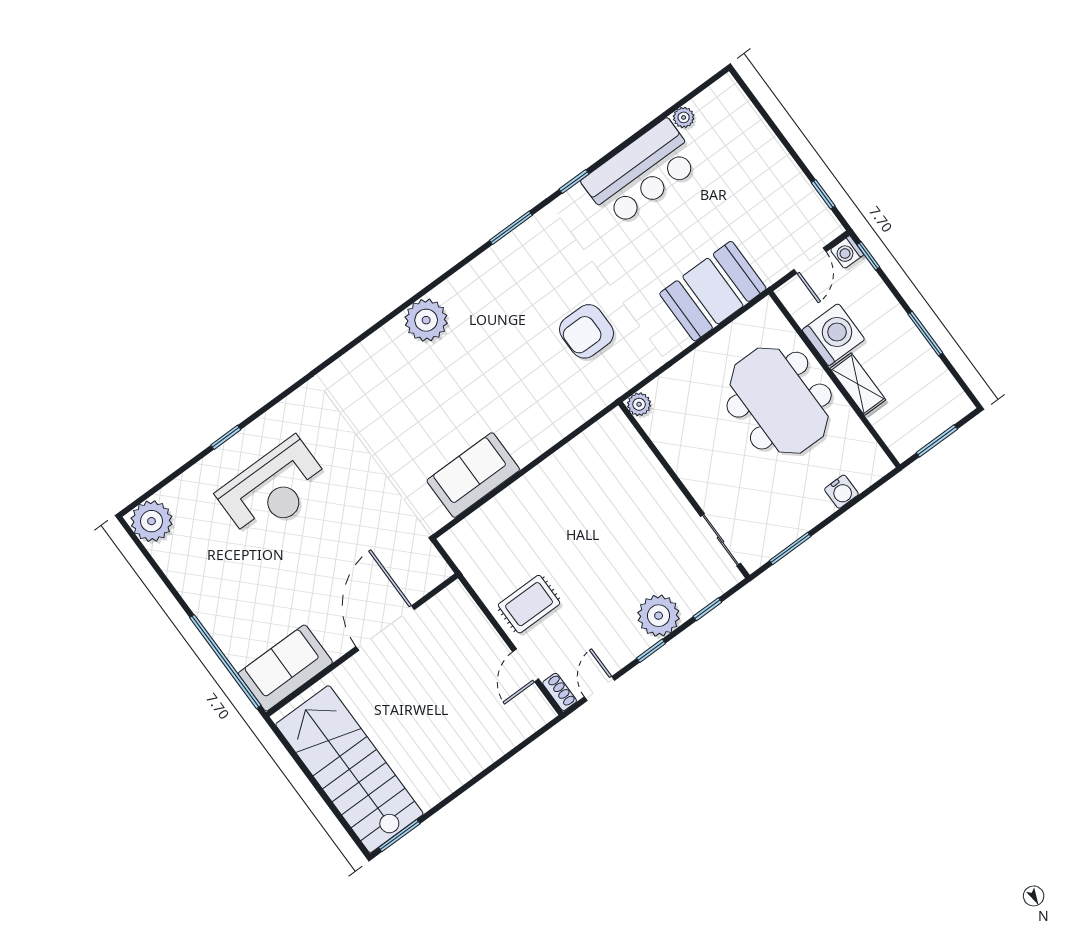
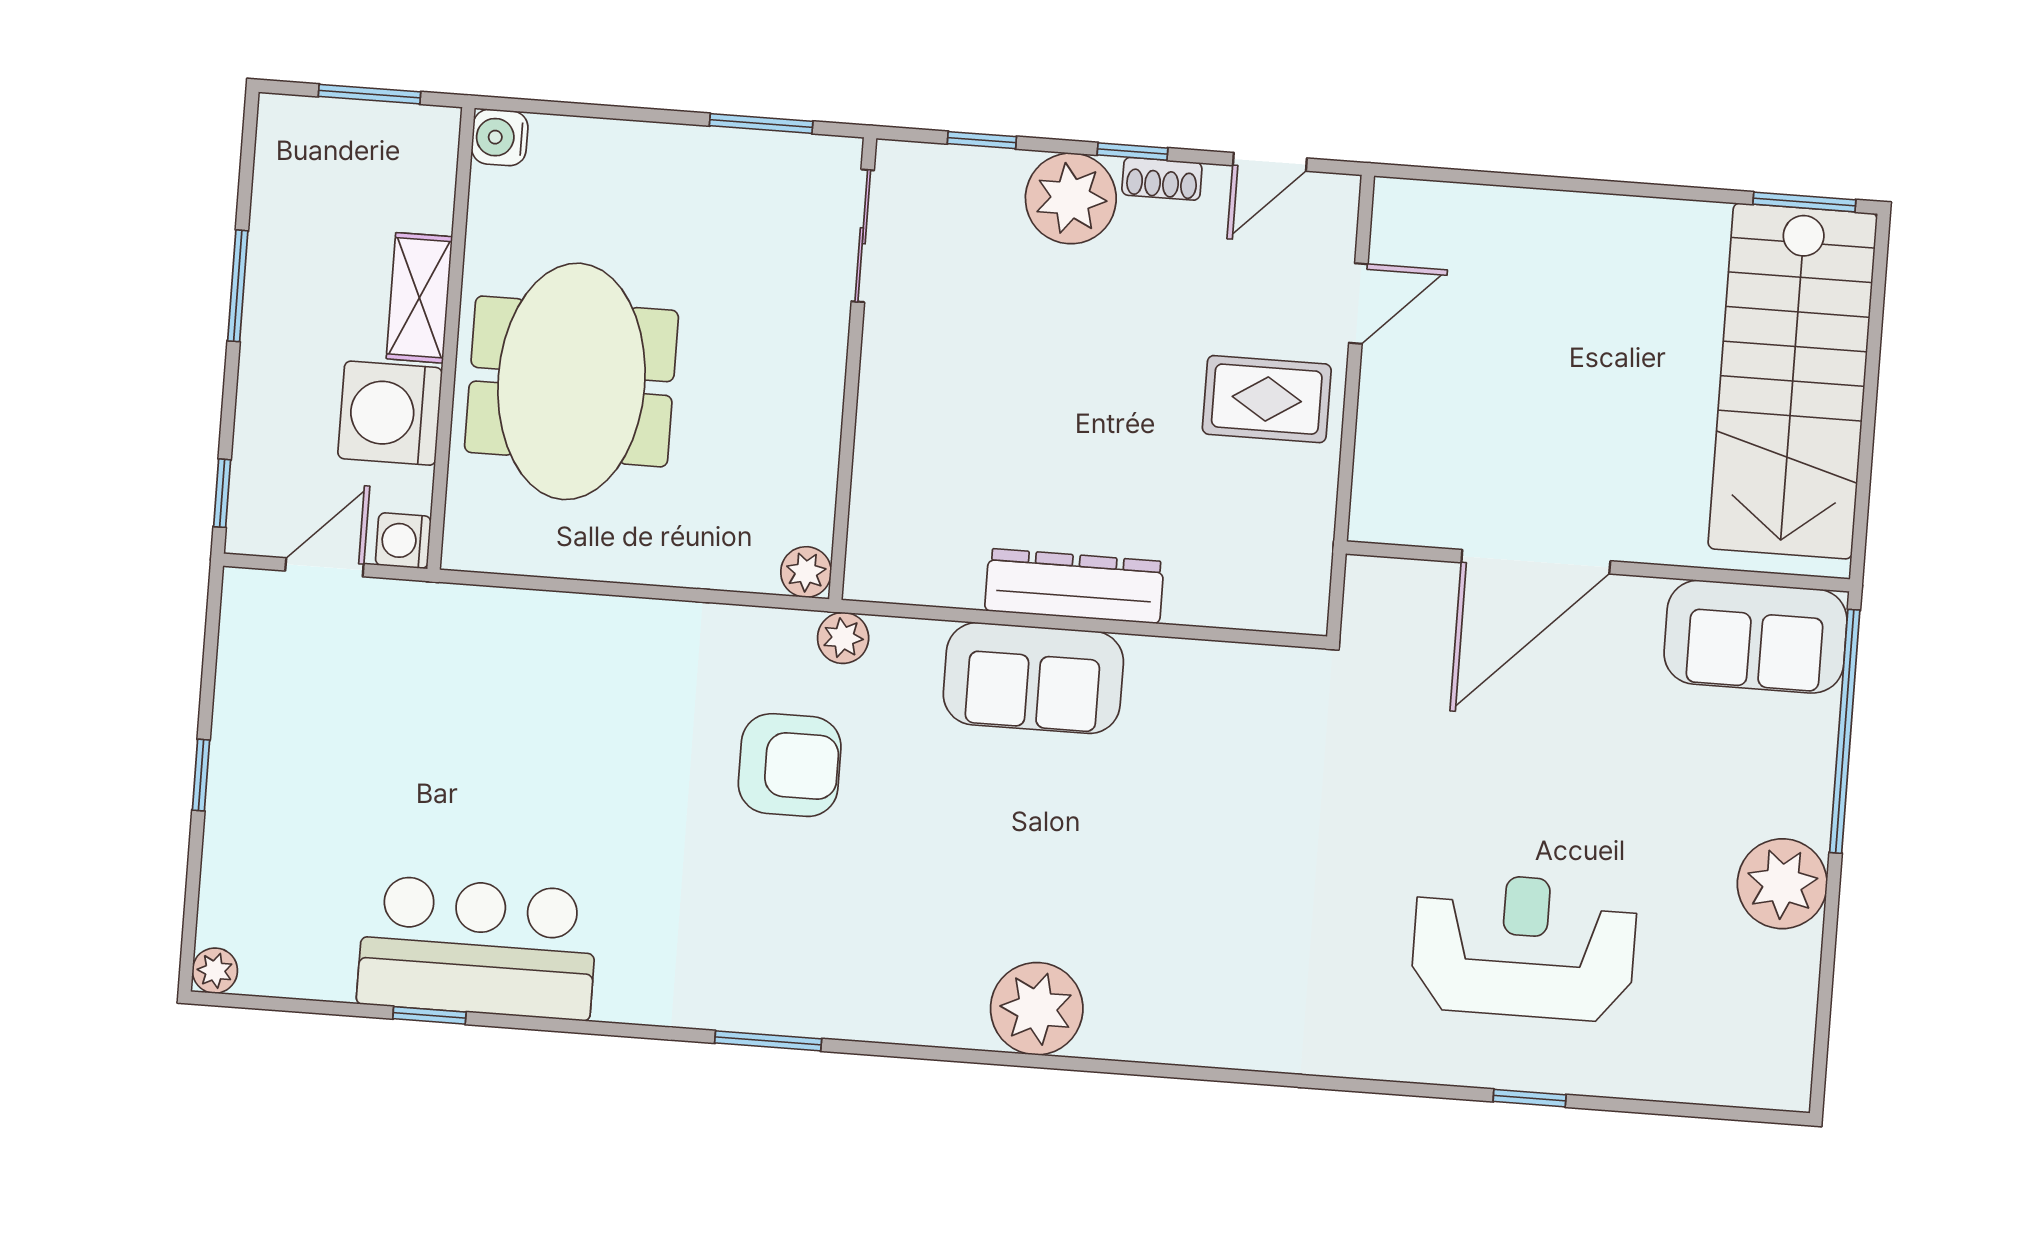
plant: (684, 117) -> (215, 971), moved
window: (574, 181) -> (429, 1015), moved
window: (823, 194) -> (201, 775), moved
washing machine: (847, 252) -> (403, 541), moved, turned 180
booth: (713, 291) -> (526, 654), removed
plant: (606, 392) -> (843, 638), added
sofa: (473, 475) -> (1033, 678), moved
dresser: (540, 480) -> (1074, 586), added
water cooler: (841, 492) -> (500, 137), moved, turned -90
plant: (152, 521) -> (1782, 884), moved
shoe rack: (560, 692) -> (1162, 179), moved, turned -90

